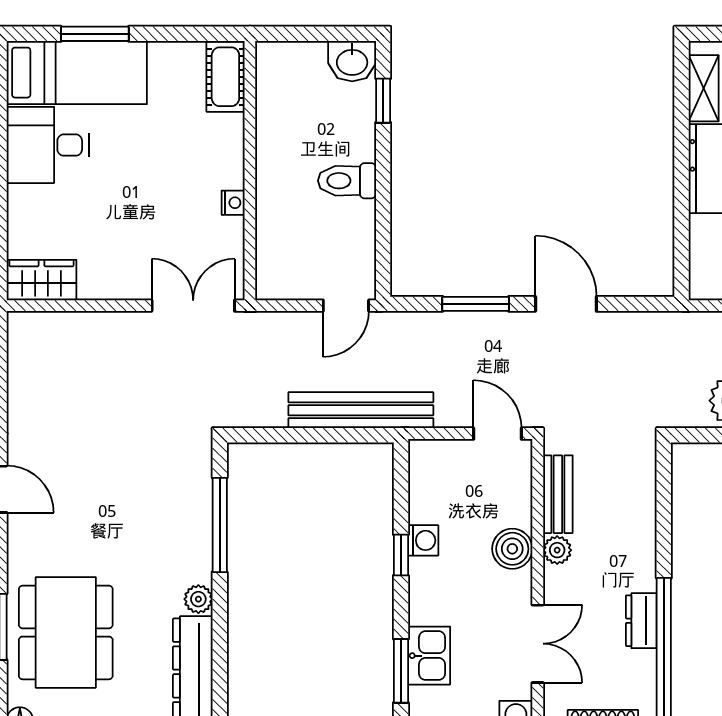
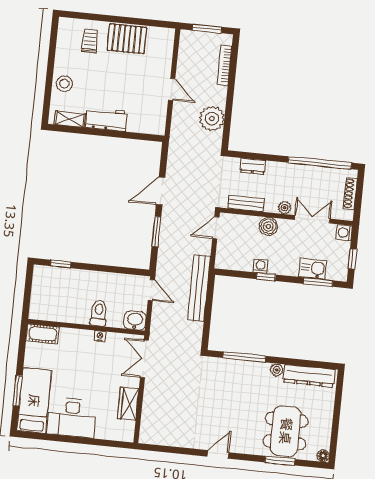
washbasin: (352, 61) -> (135, 320), moved, turned -90
desk: (48, 145) -> (72, 418), width x1.37
toilet: (347, 181) -> (99, 313), moved, turned 180
wardrobe: (41, 280) -> (128, 404), moved
plant: (557, 550) -> (285, 208), moved
dresser: (641, 621) -> (253, 166), moved
dining table: (66, 632) -> (286, 431), turned 90

